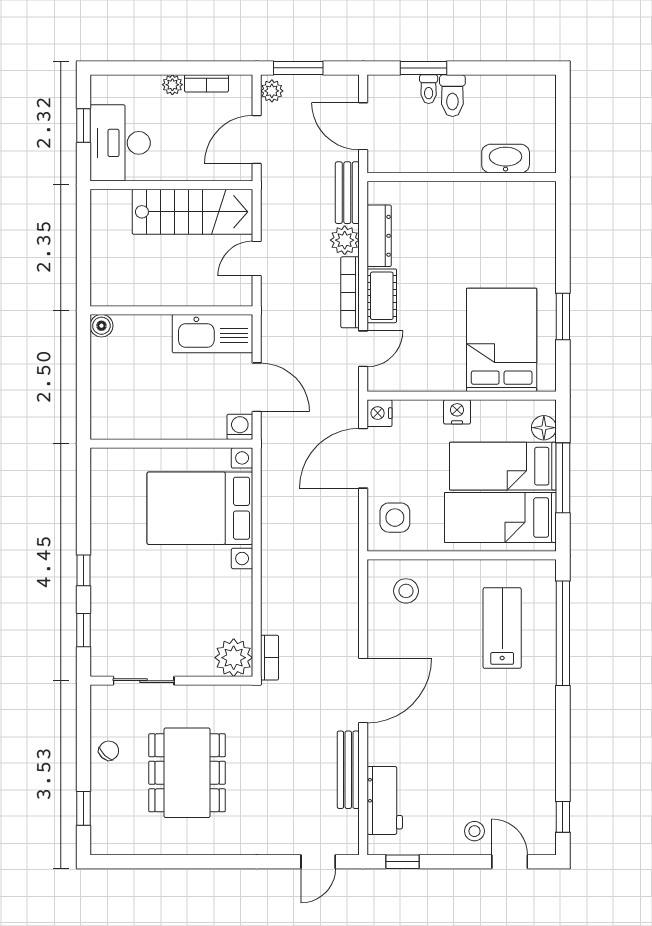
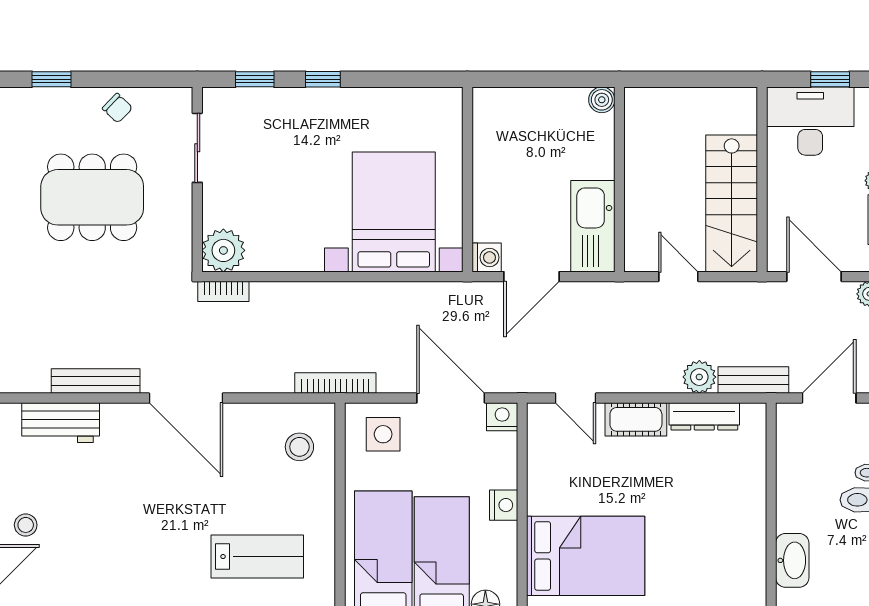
bookcase: (350, 292) -> (335, 383), moved

